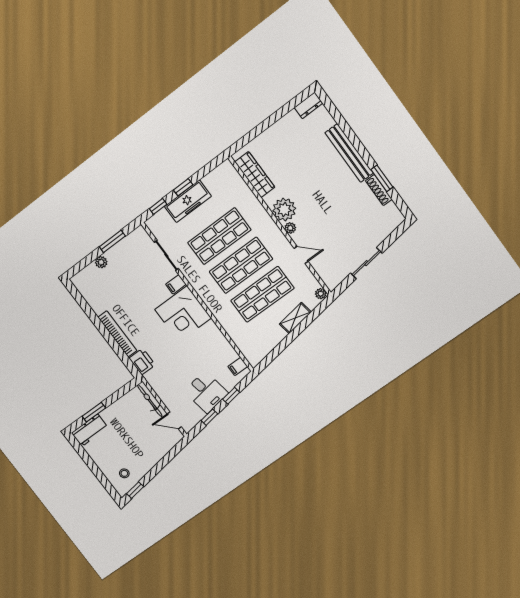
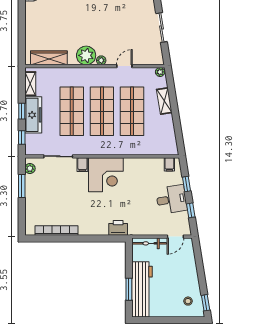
shelving: (216, 175) -> (30, 84), added
plant: (101, 262) -> (30, 168), moved
bookcase: (117, 334) -> (56, 231), moved
workbench: (90, 430) -> (142, 289), width x1.88, depth x1.32

